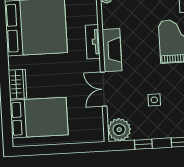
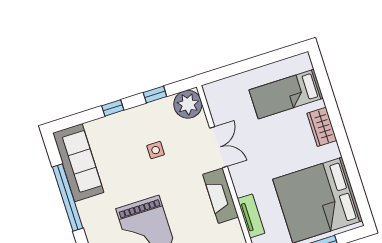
tv unit: (93, 42) -> (251, 216), moved
bed: (39, 118) -> (286, 94), width x0.67

